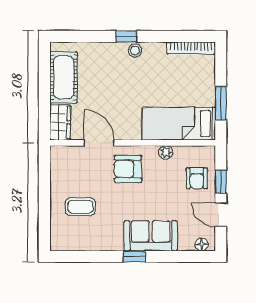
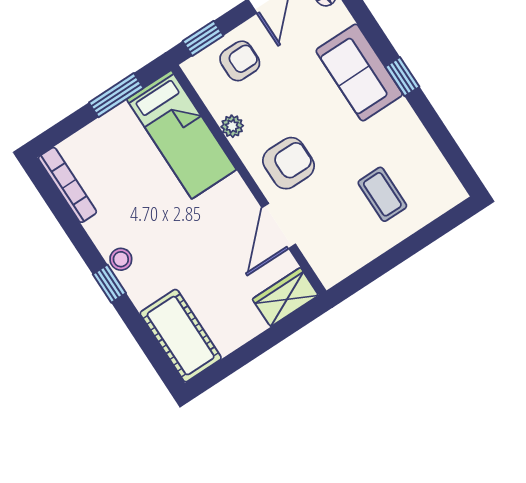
cot: (63, 77) -> (181, 336), moved, turned 90
armchair: (128, 169) -> (288, 163), turned -90
window: (221, 182) -> (203, 38), moved

